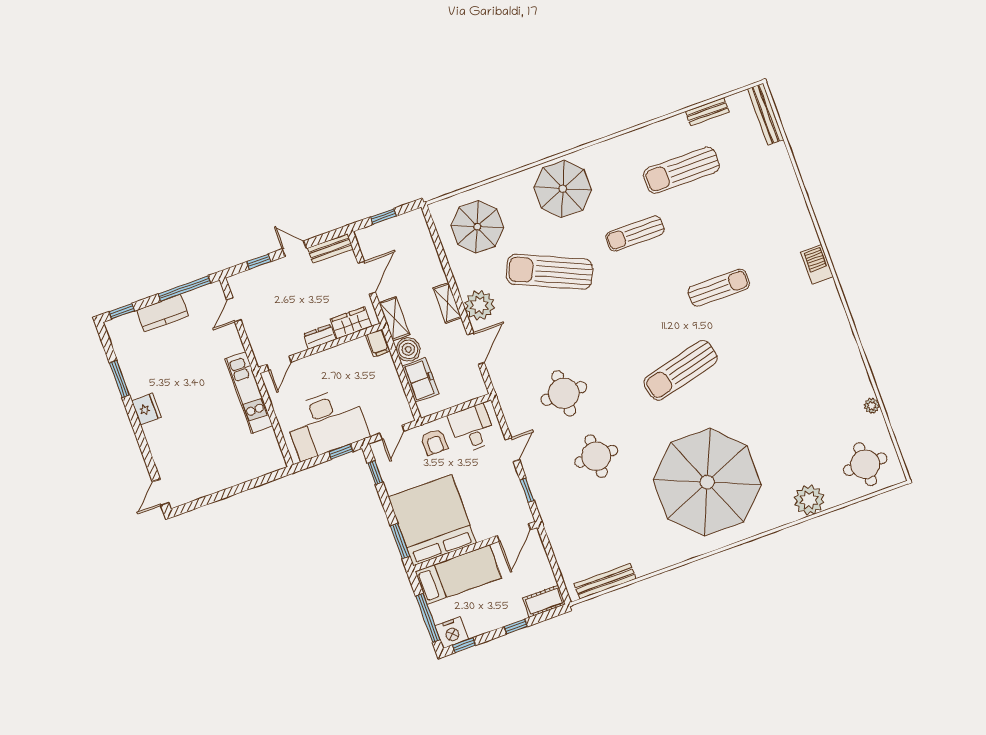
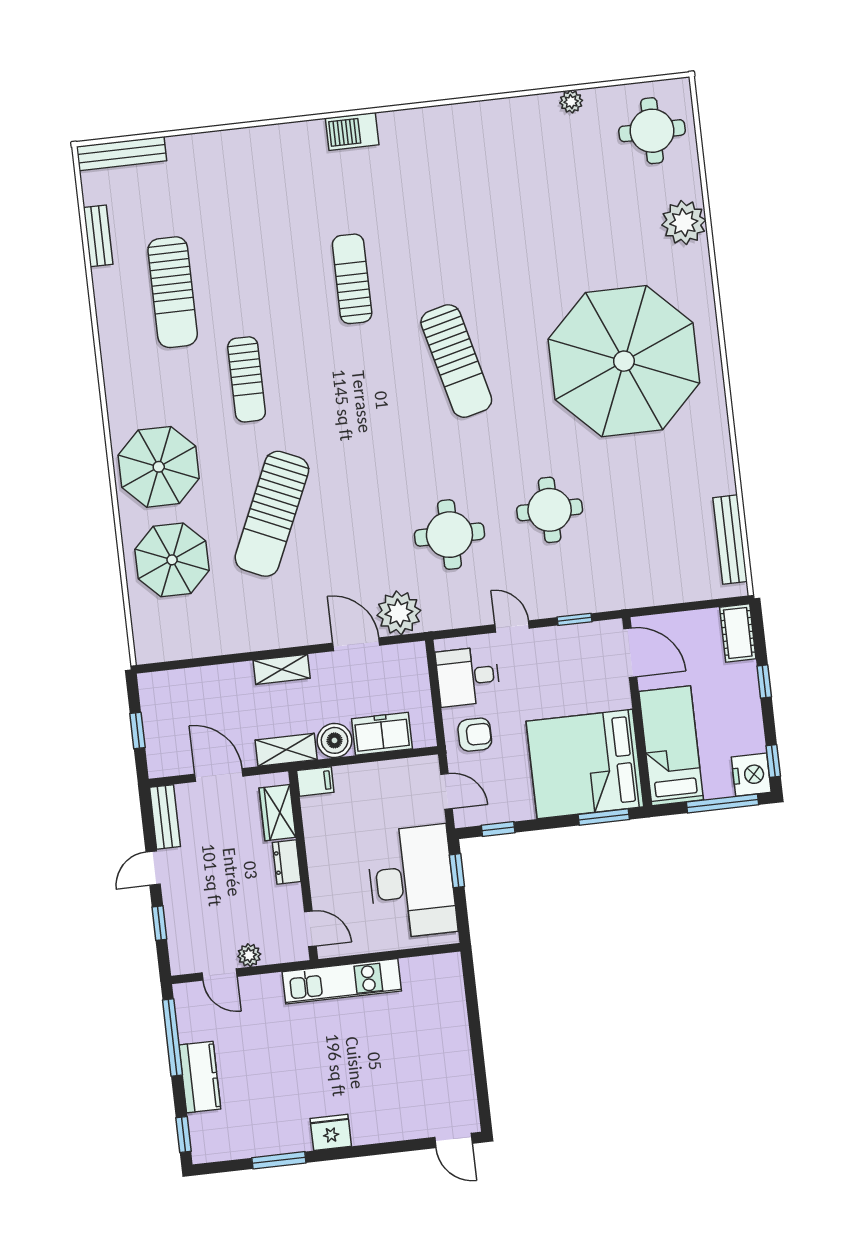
parasol: (477, 227) -> (172, 560), moved
plant: (479, 305) -> (399, 613), moved
plant: (252, 327) -> (249, 955), added

